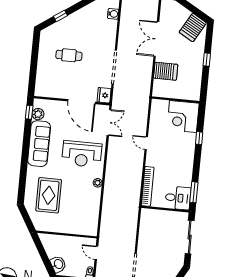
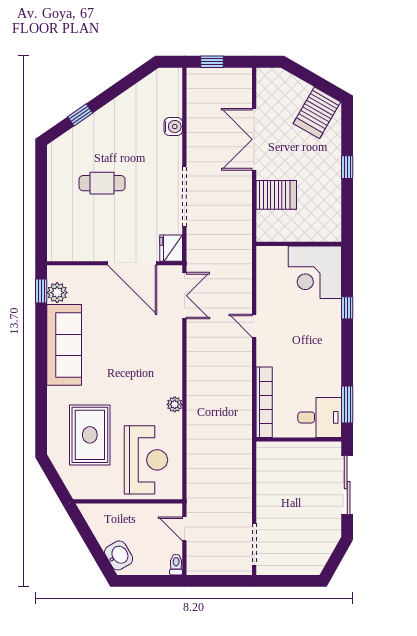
water cooler: (113, 14) -> (173, 127), moved
reception desk: (82, 154) -> (146, 460), moved, turned -90

